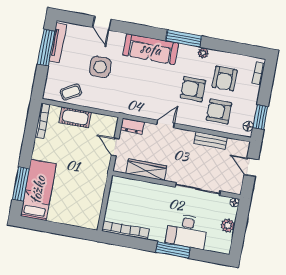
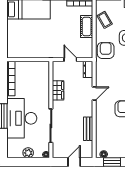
armchair: (219, 111) -> (106, 50), moved
door: (166, 124) -> (94, 93), hinge flipped
door: (115, 147) -> (70, 60), hinge flipped
wardrobe: (146, 170) -> (58, 90), width x0.67
desk: (187, 231) -> (22, 118), width x1.36, depth x1.30

